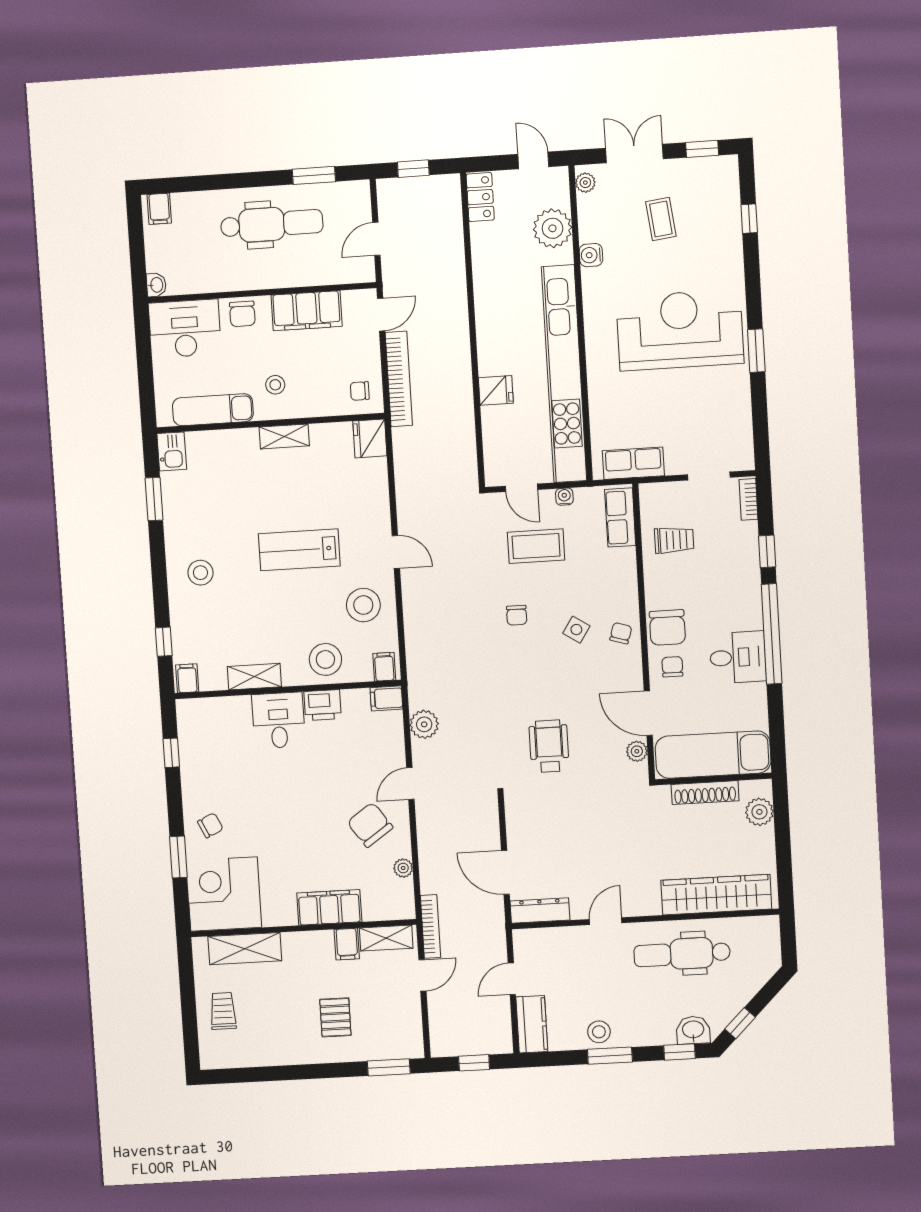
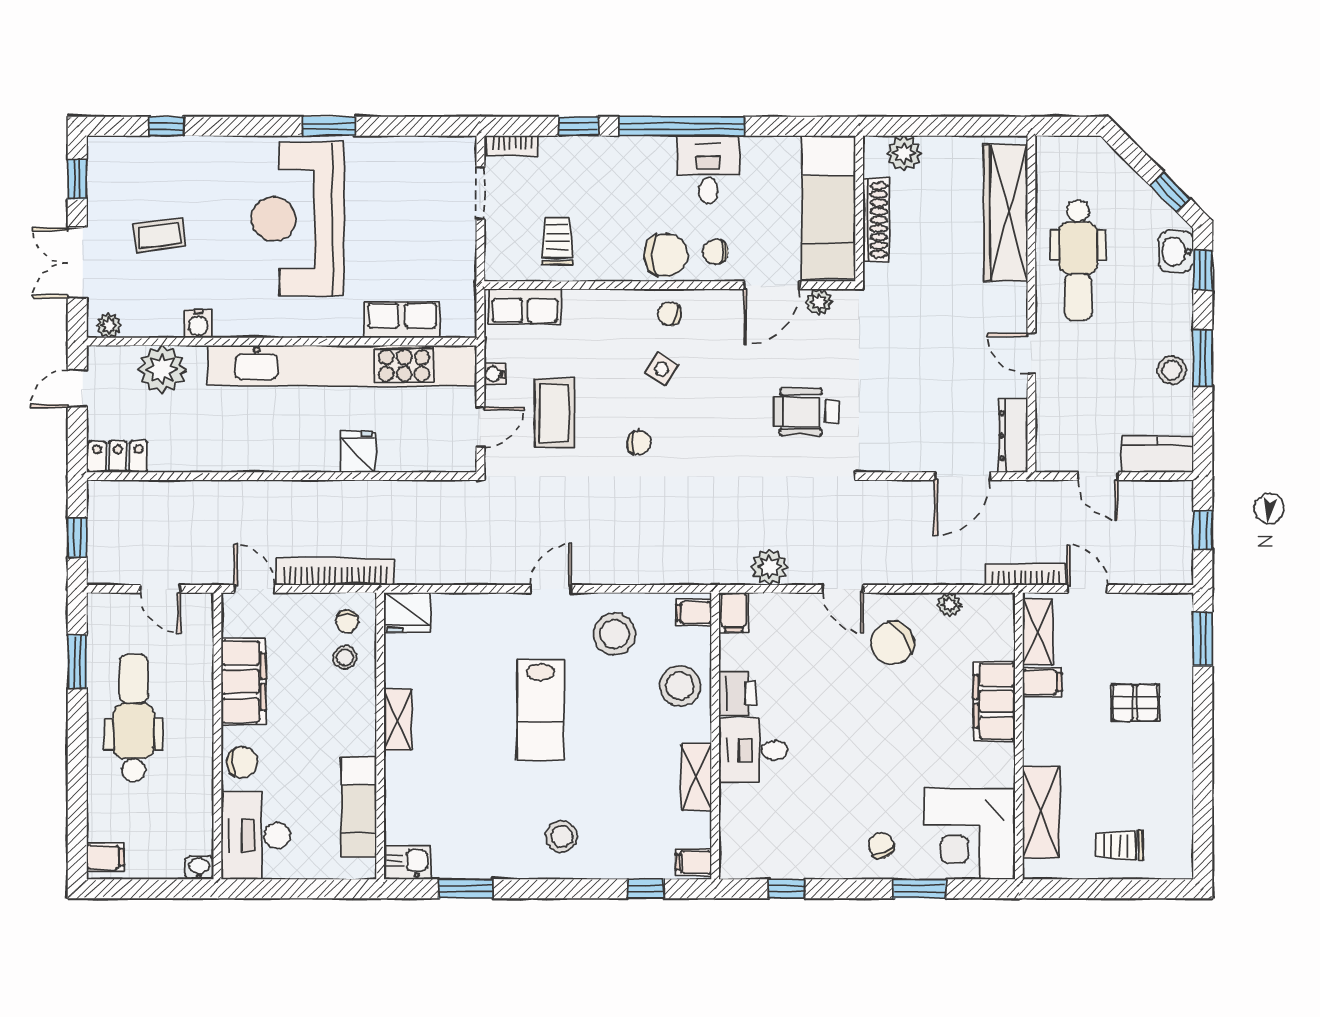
stool: (275, 385) -> (345, 657), moved
row of seats: (633, 463) -> (402, 320), moved, turned 90

